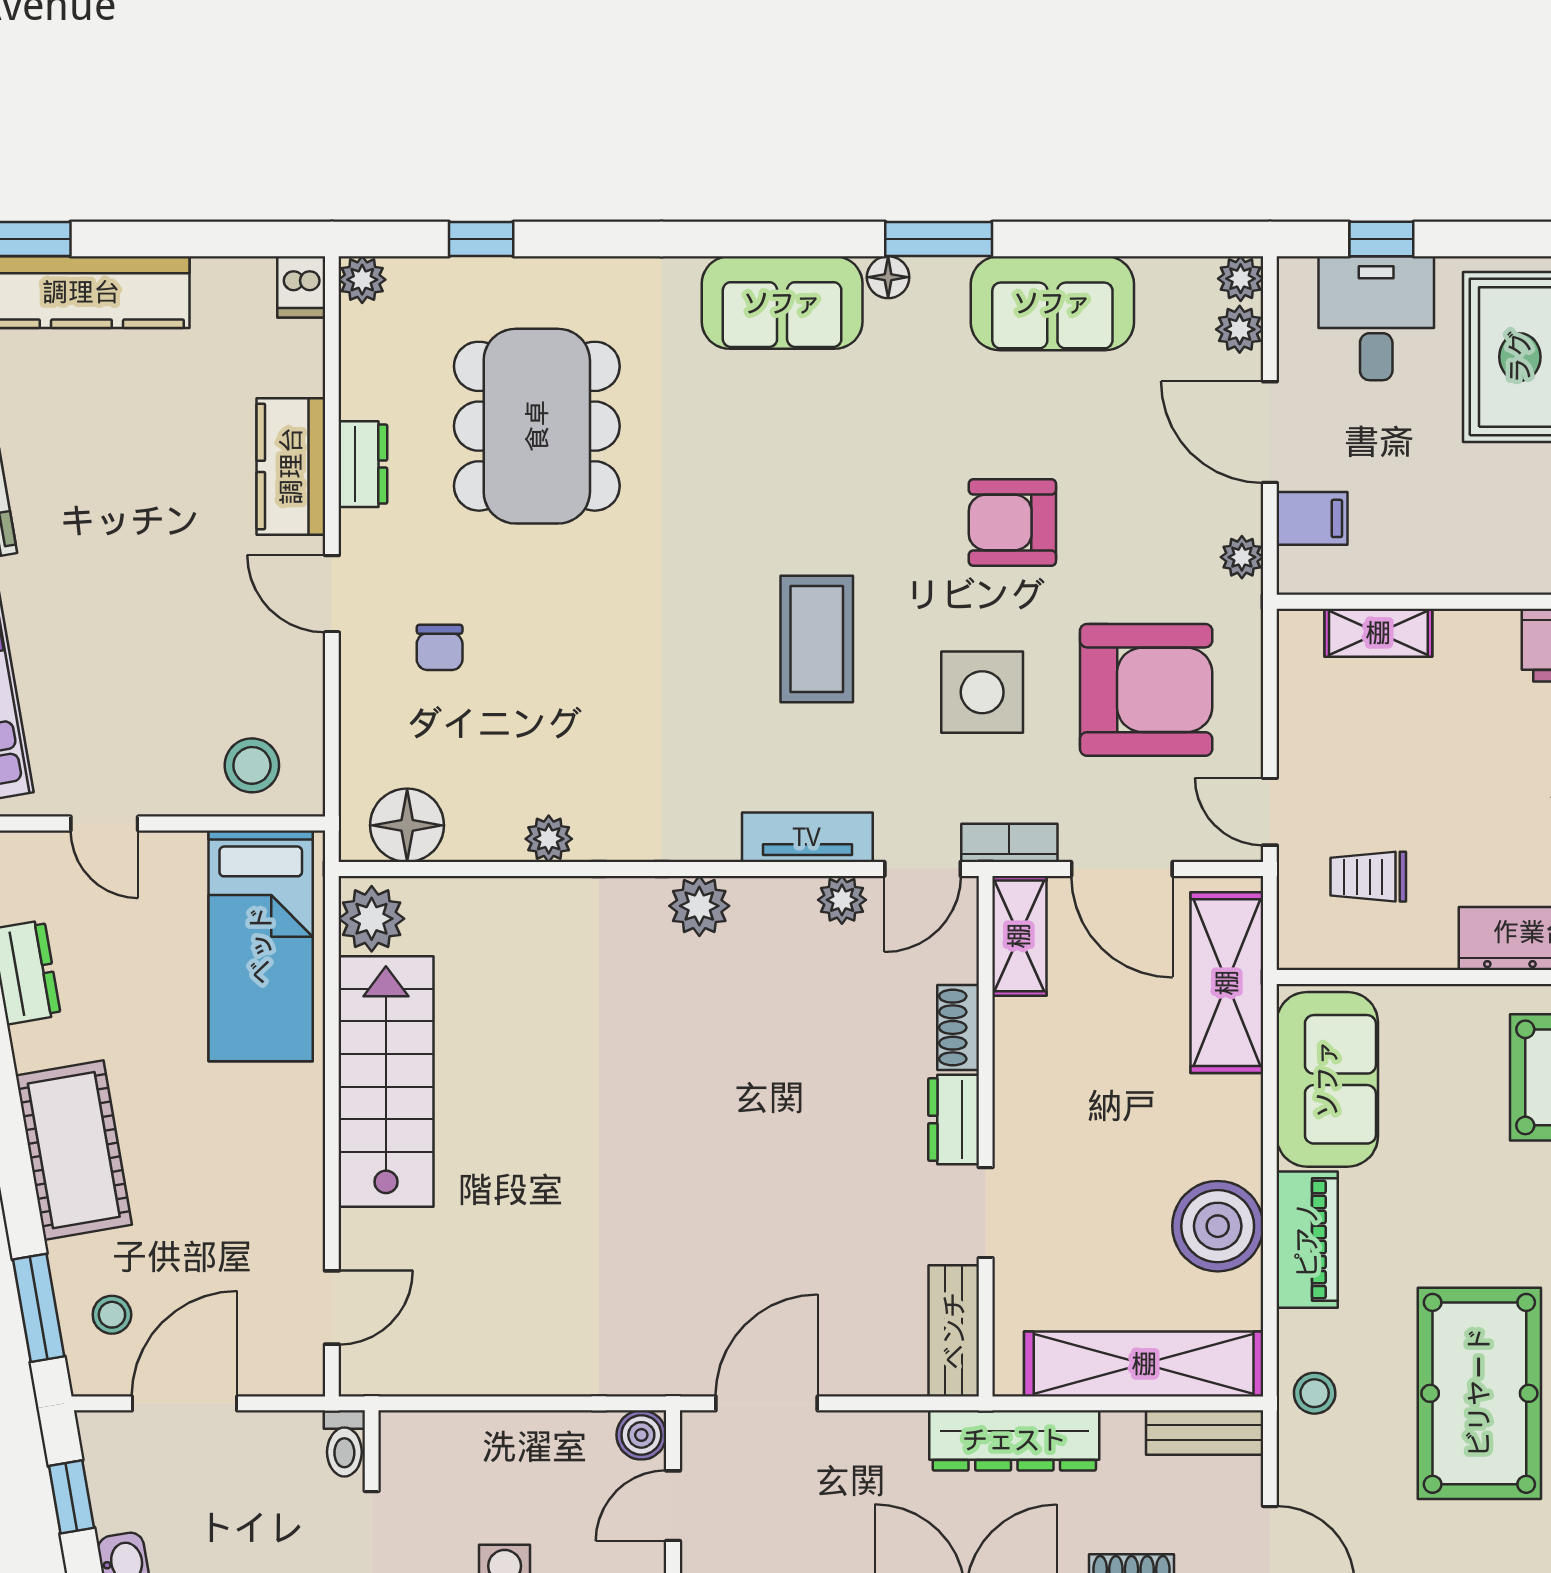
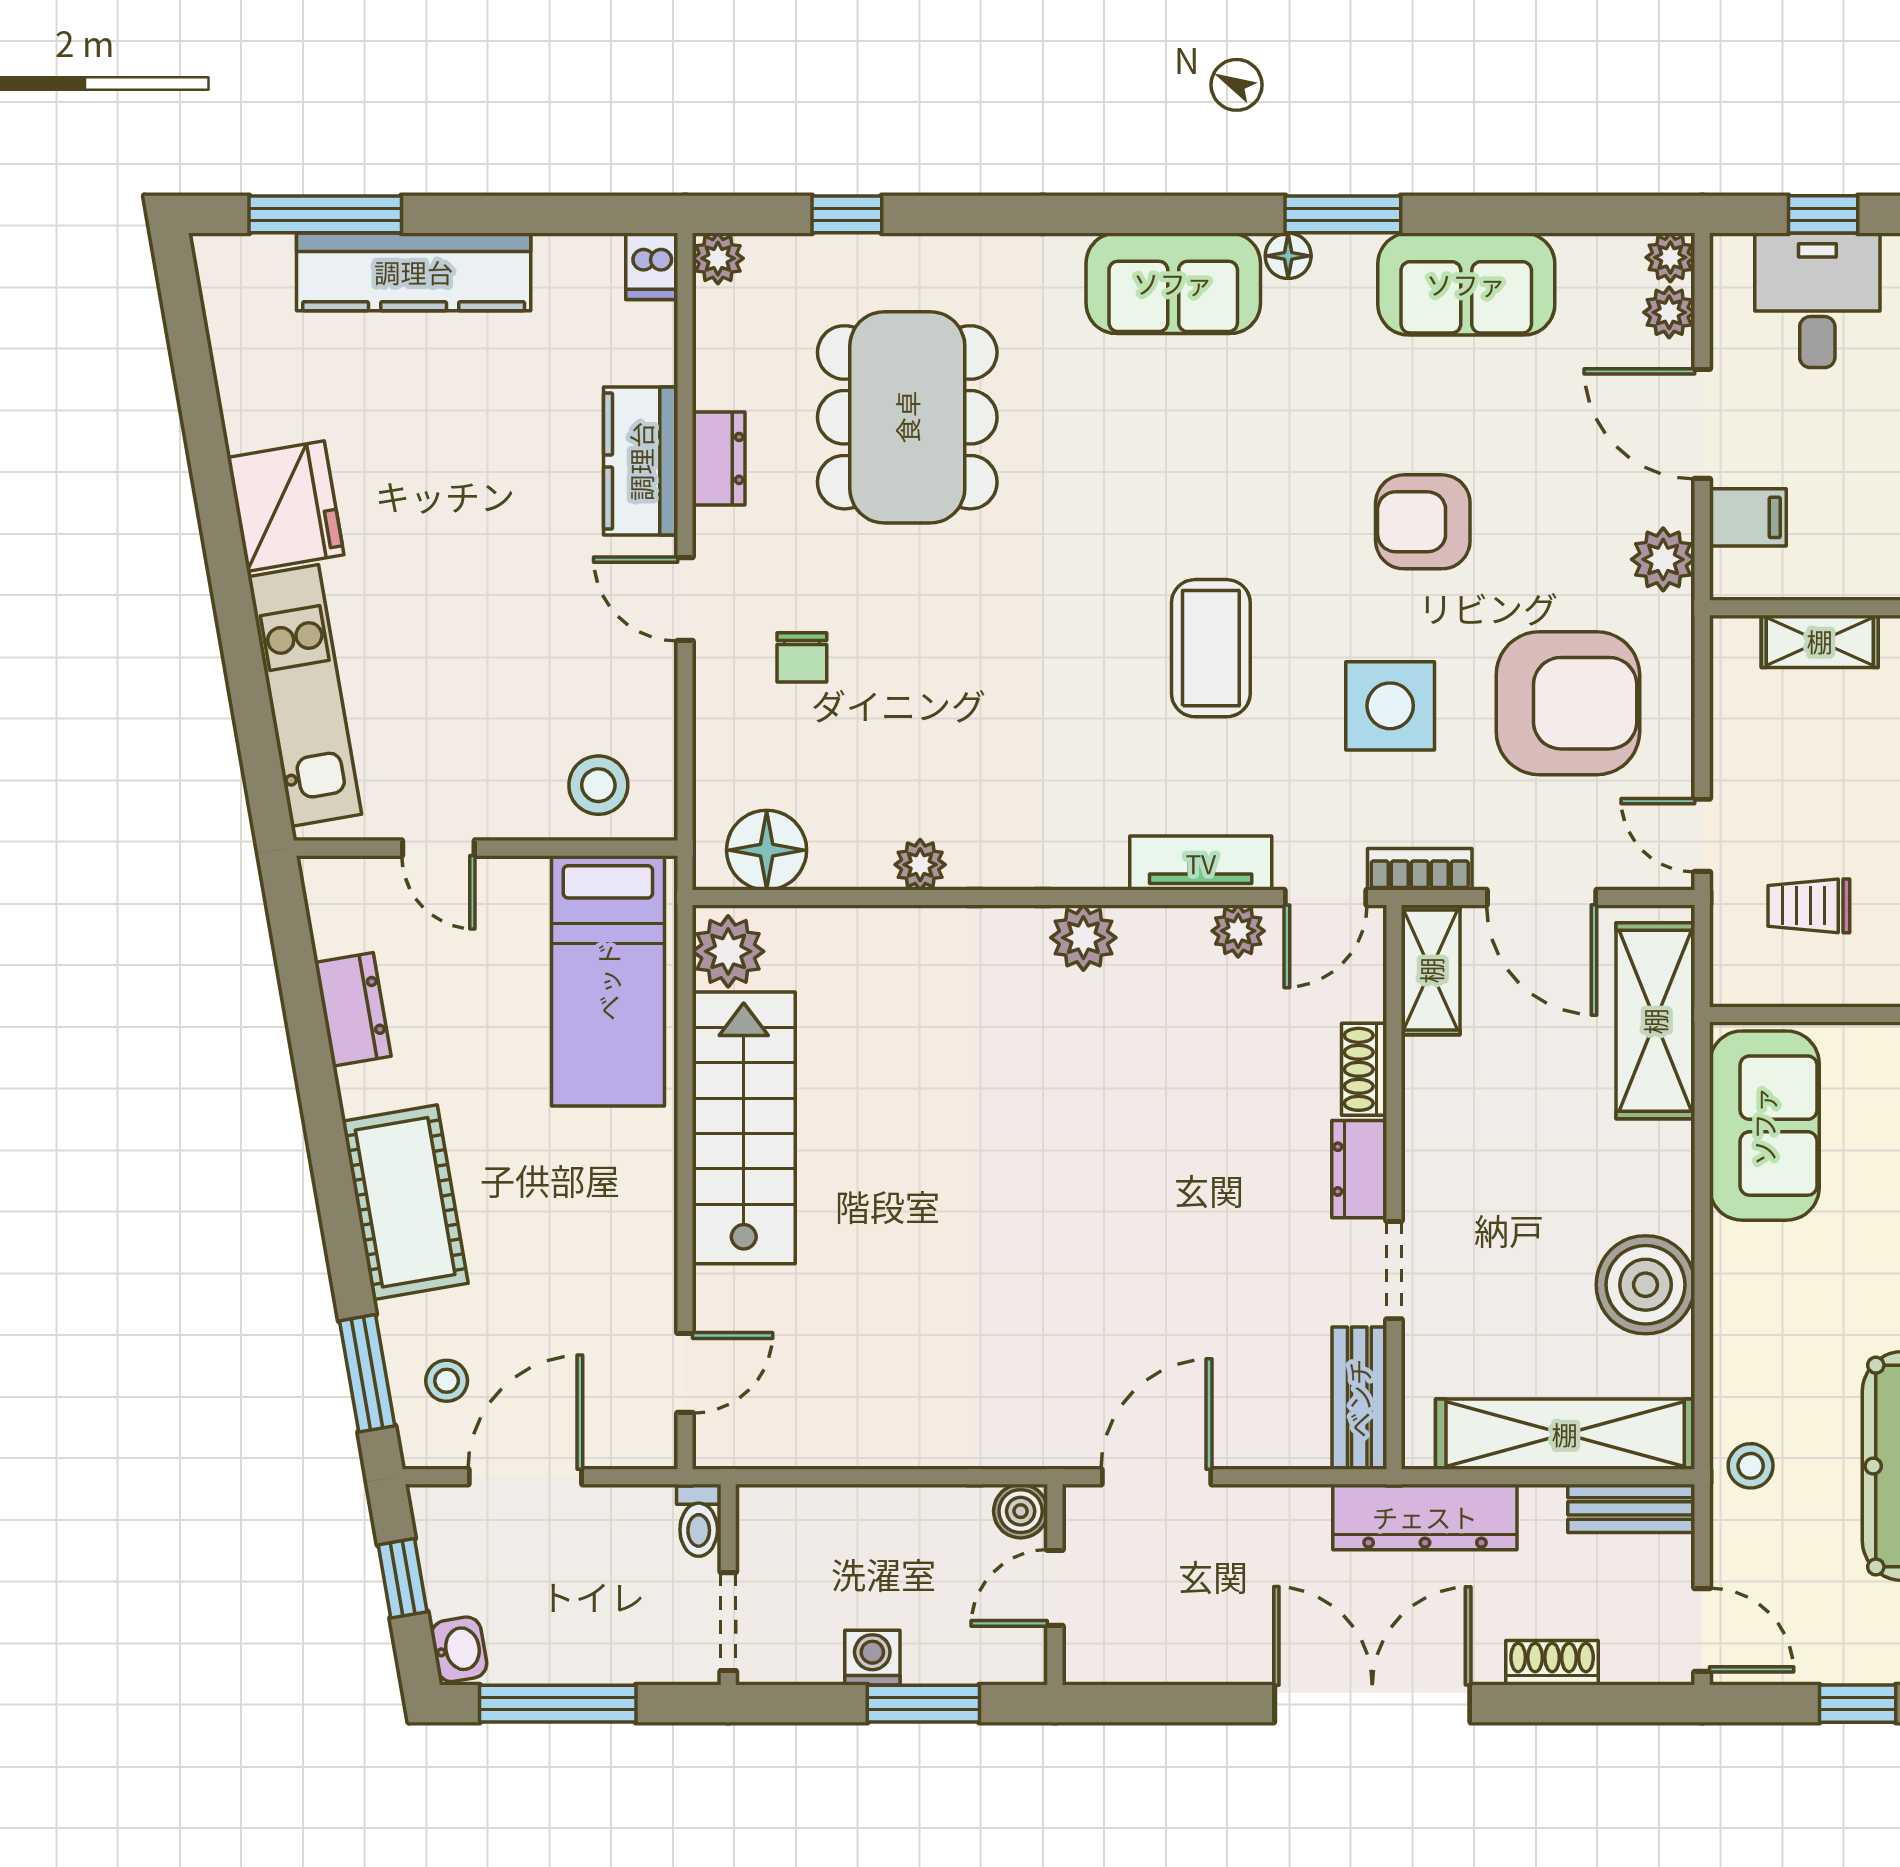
plant: (1242, 557) -> (1663, 559), width x1.38, depth x1.38
piano: (1307, 1240) -> (1743, 1299), removed

